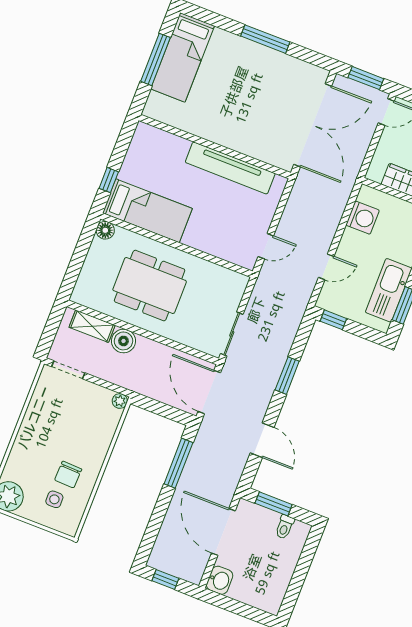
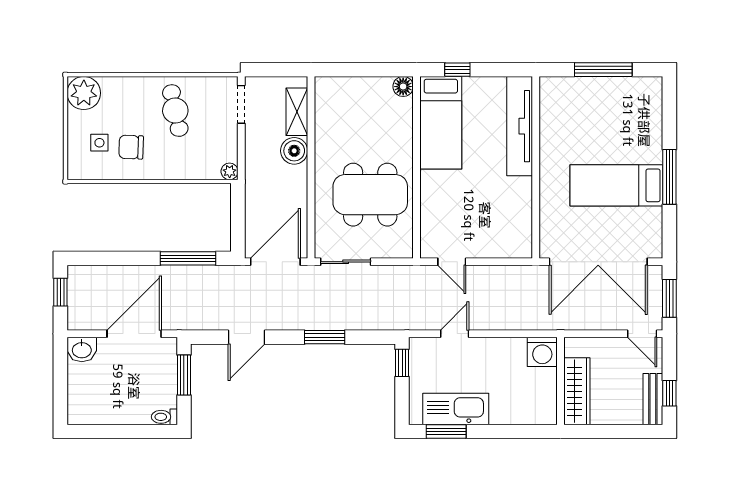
bed: (183, 57) -> (616, 185), moved
tv unit: (230, 168) -> (520, 126), moved
washing machine: (363, 218) -> (542, 352), moved
door: (326, 267) -> (455, 334), swing flipped
dining table: (150, 286) -> (370, 195), moved, turned 90
cafe table: (52, 426) -> (175, 111), added
toilet: (285, 527) -> (164, 417), moved

